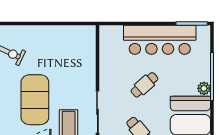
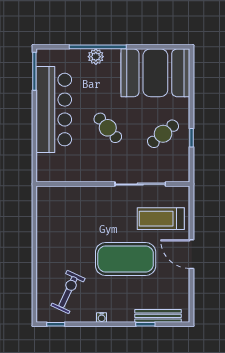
plant: (204, 88) -> (96, 57), moved

